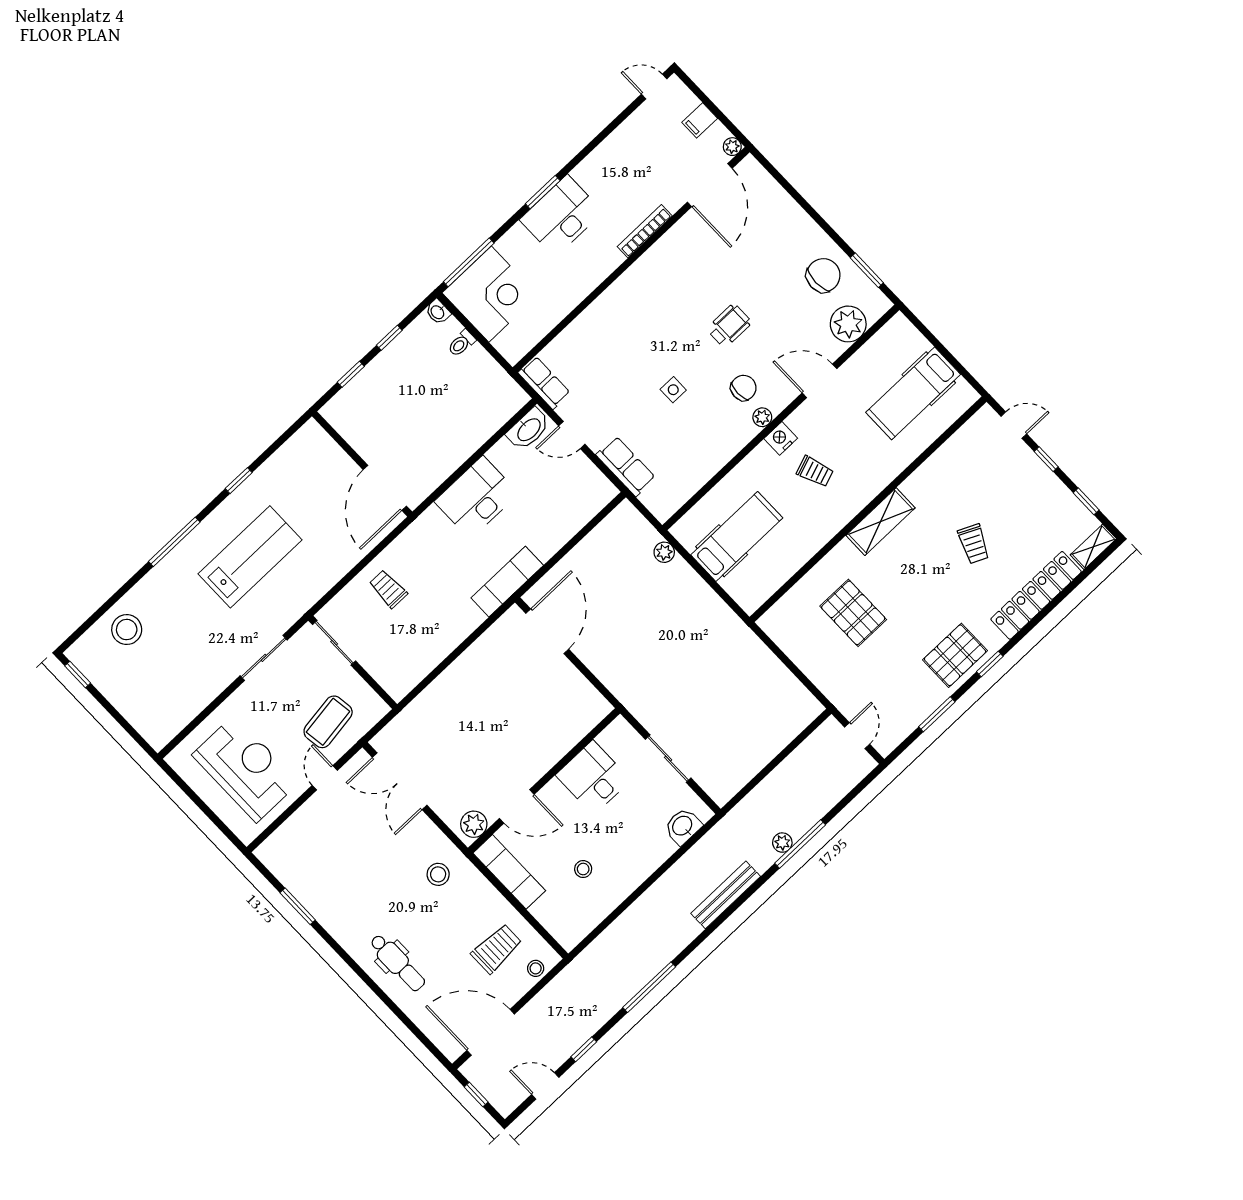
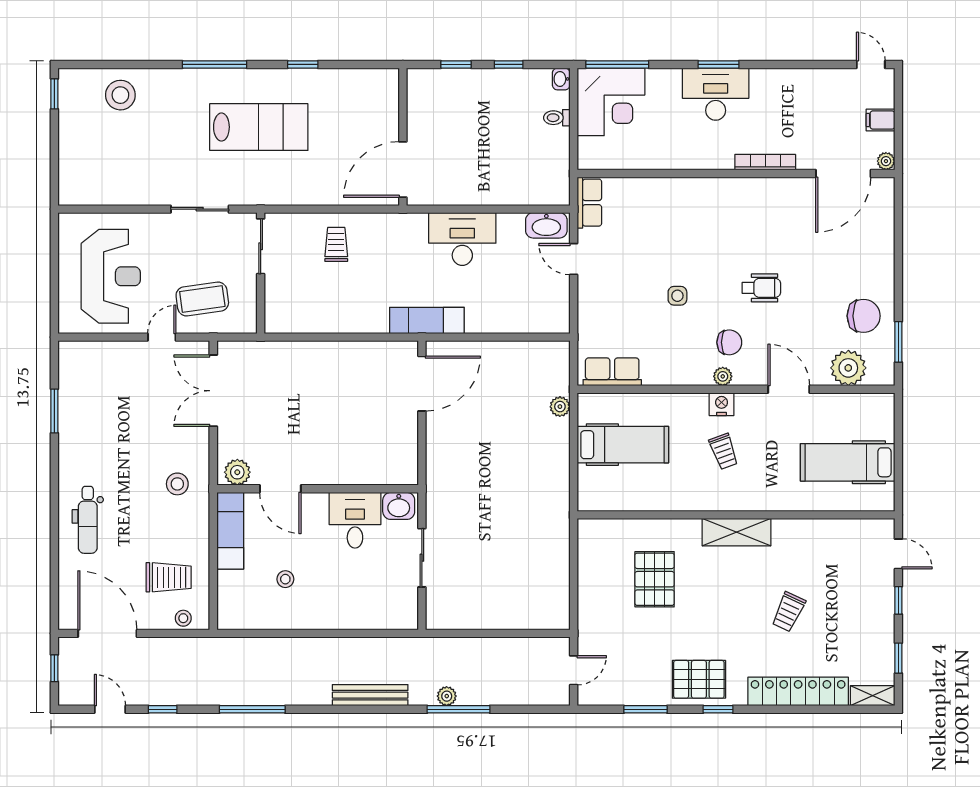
row of seats: (626, 466) -> (612, 372), moved, turned -90
washbasin: (683, 826) -> (399, 506), moved, turned 180

